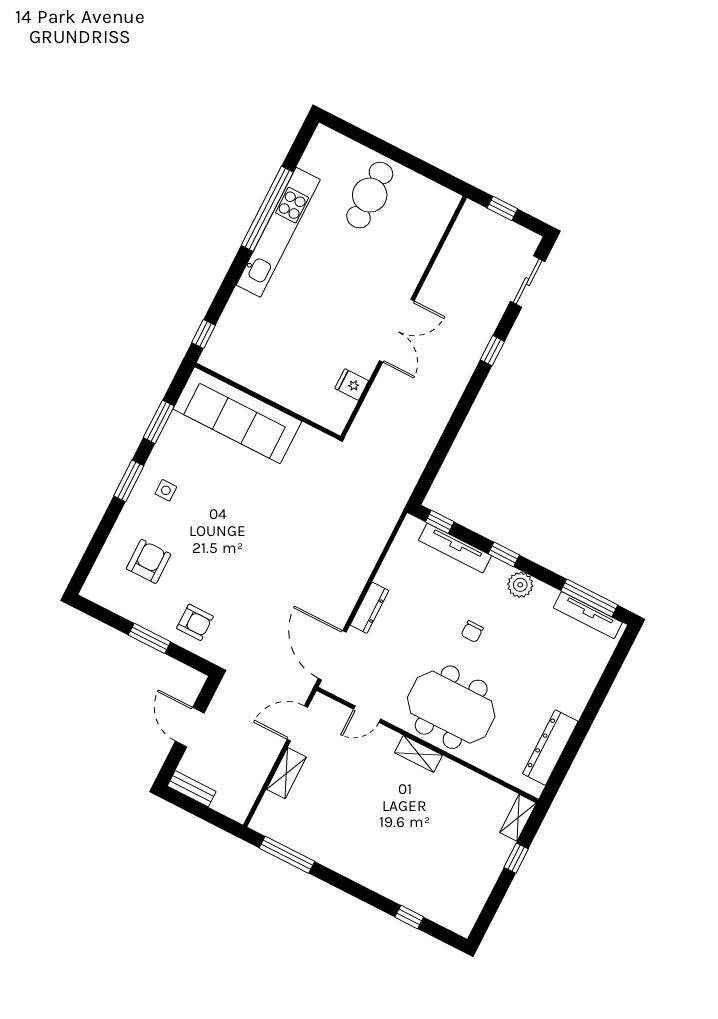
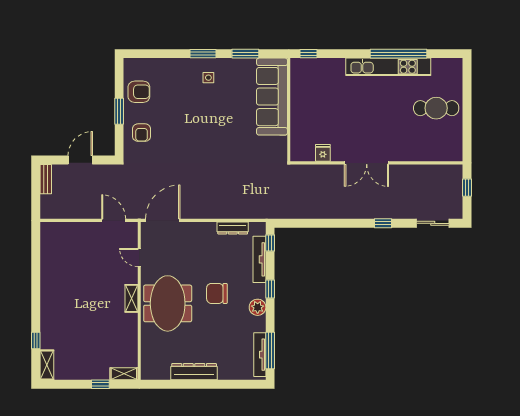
armchair: (149, 561) -> (139, 92), moved
dresser: (369, 608) -> (233, 228), moved
chair: (472, 632) -> (217, 293), width x1.87, depth x1.87
dresser: (550, 748) -> (194, 372), moved
shelving: (286, 773) -> (47, 365), moved, turned 90
window: (287, 855) -> (36, 253), removed

